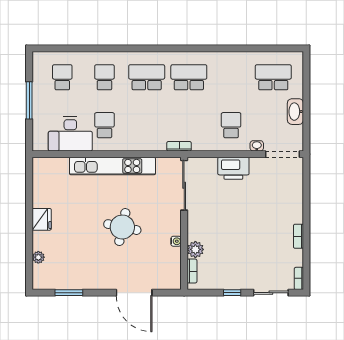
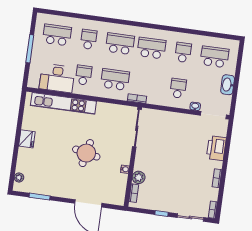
school desk: (62, 77) -> (57, 35), width x1.85
school desk: (231, 77) -> (183, 52), added
school desk: (147, 125) -> (115, 79), added
kitchen unit: (112, 166) -> (63, 103), moved
printer: (233, 168) -> (216, 148), moved, turned 90
plant: (38, 257) -> (19, 178), moved

